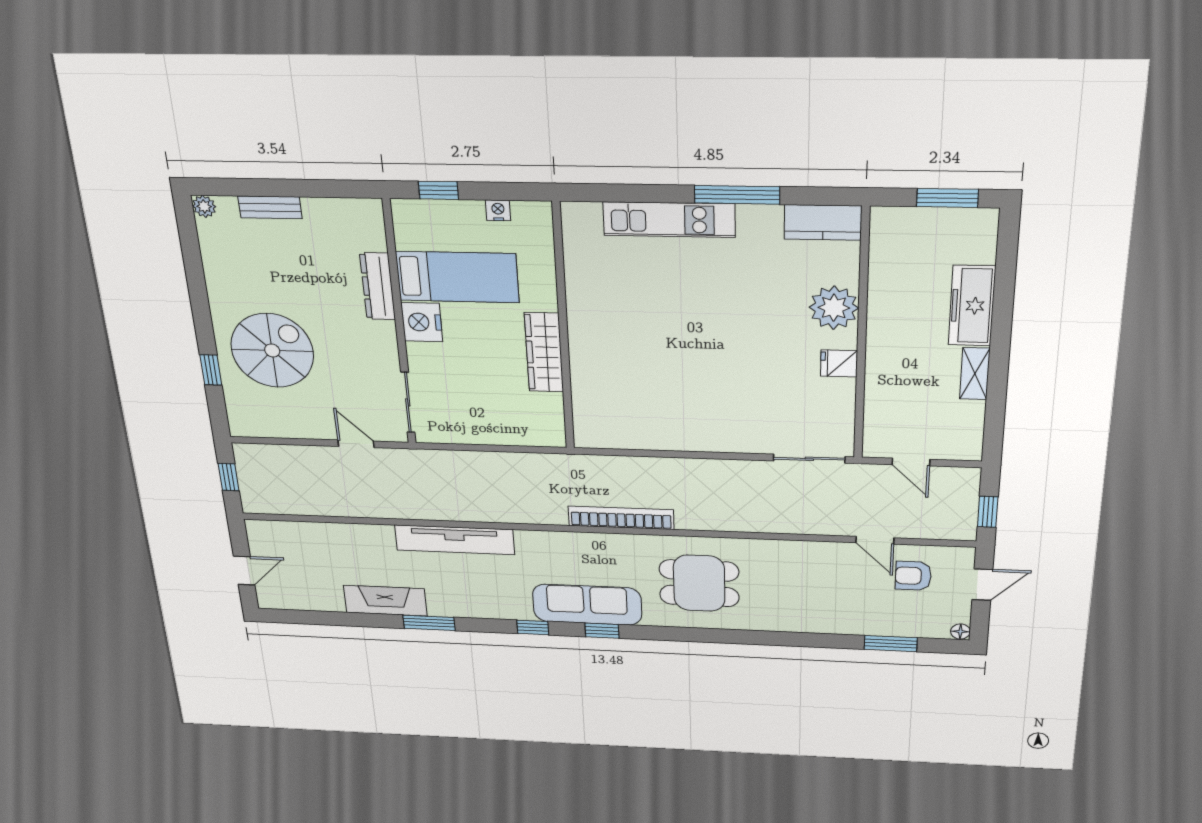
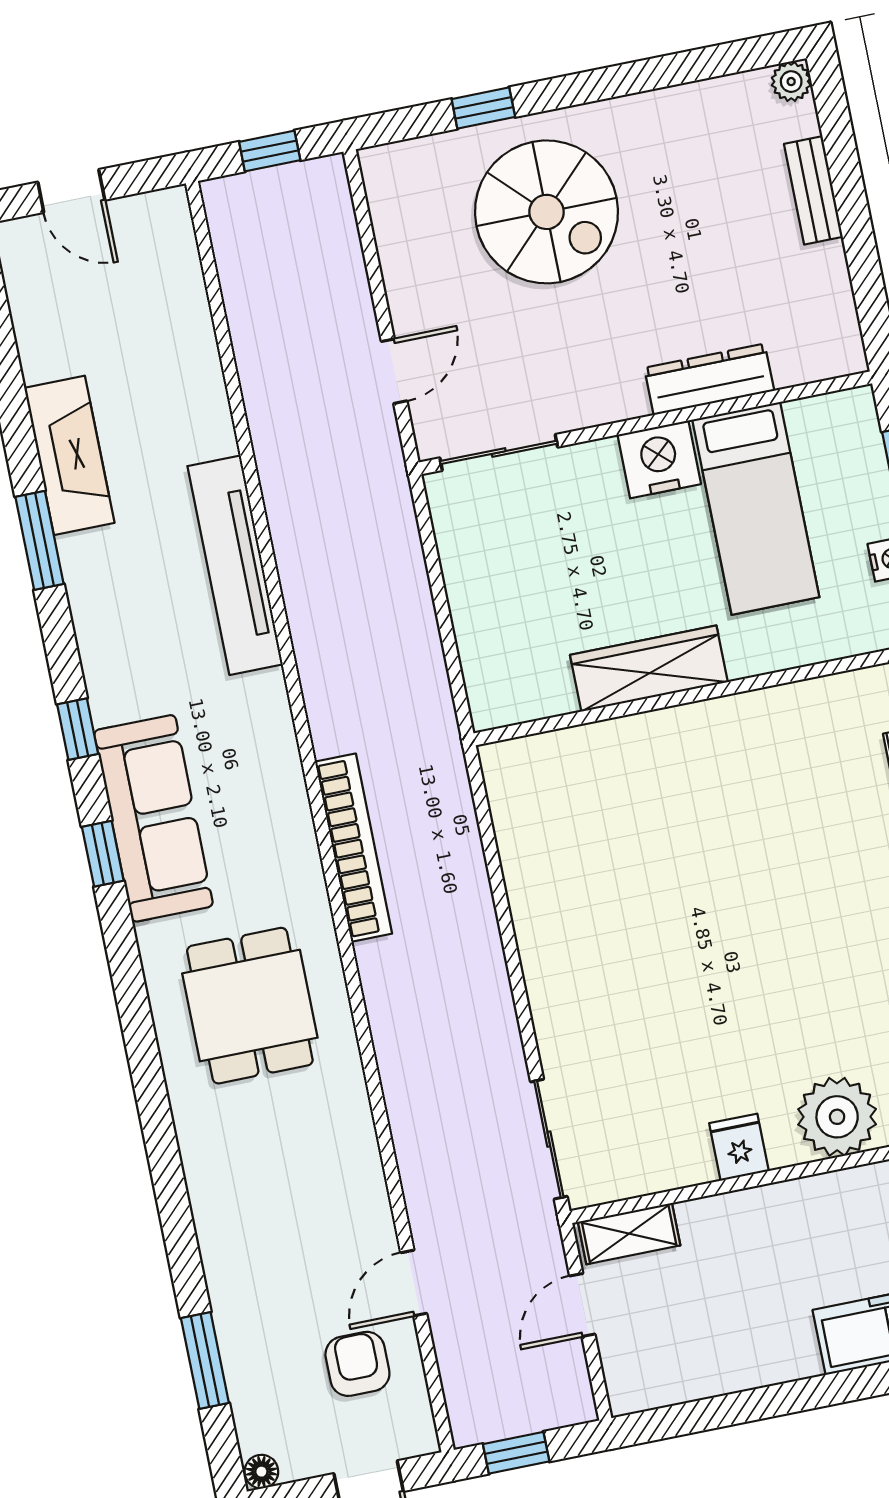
shelving: (975, 374) -> (629, 1234), moved

